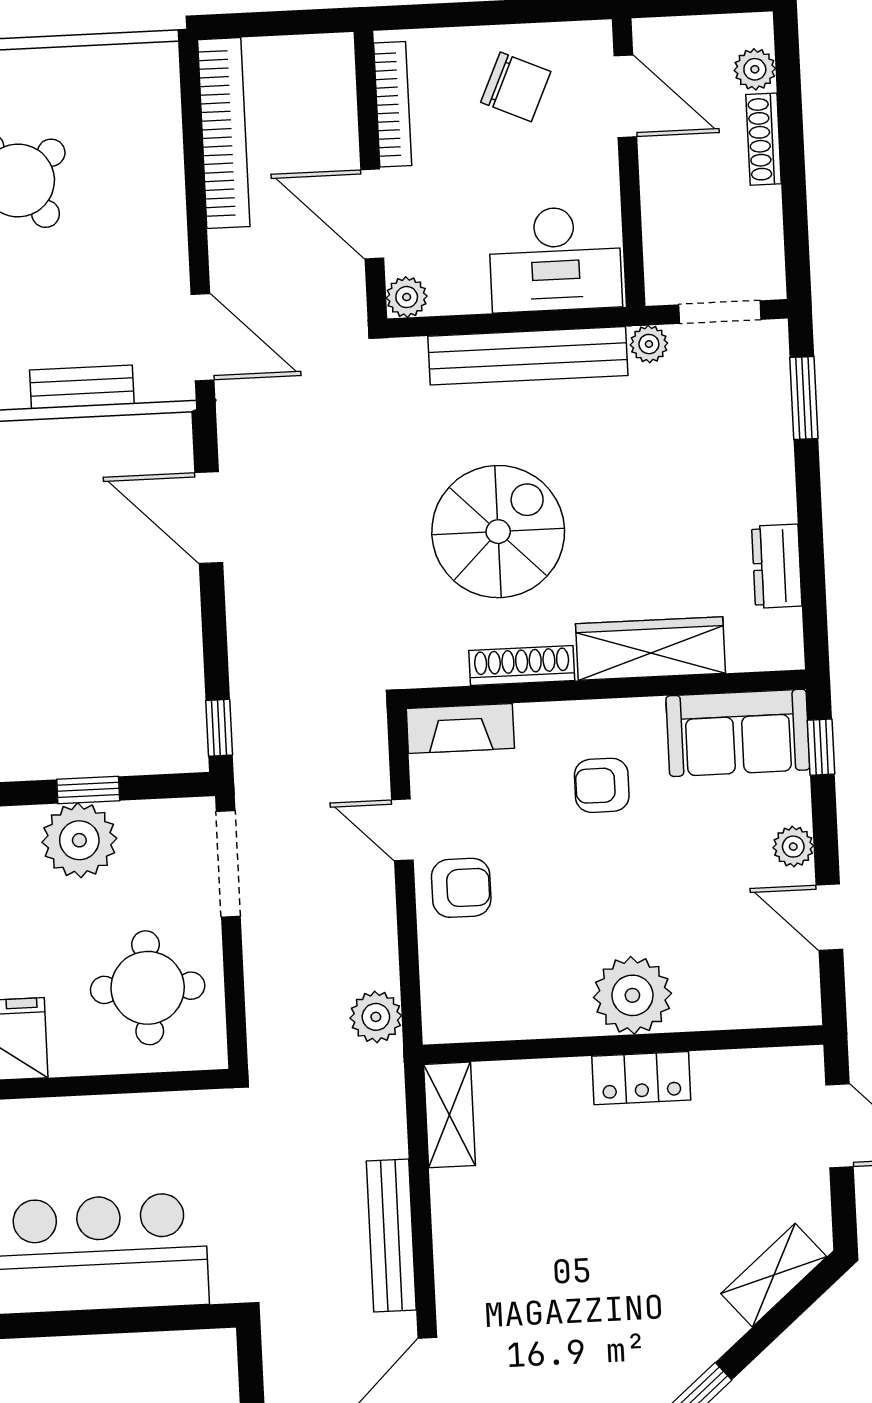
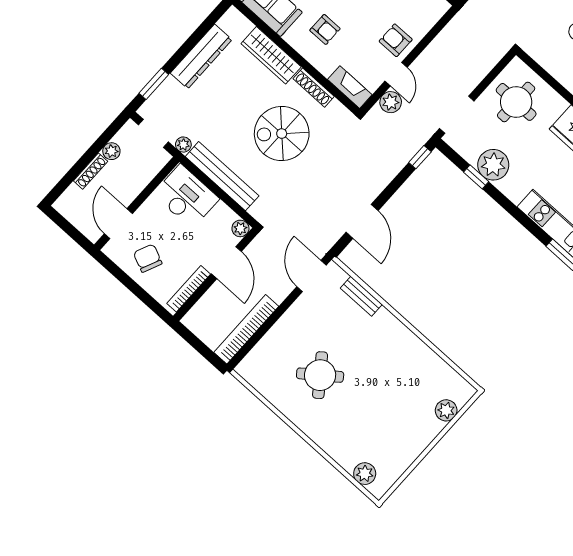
plant: (755, 69) -> (111, 151), moved
dresser: (777, 566) -> (201, 56), width x1.96, depth x1.24
plant: (376, 1017) -> (391, 102), moved

